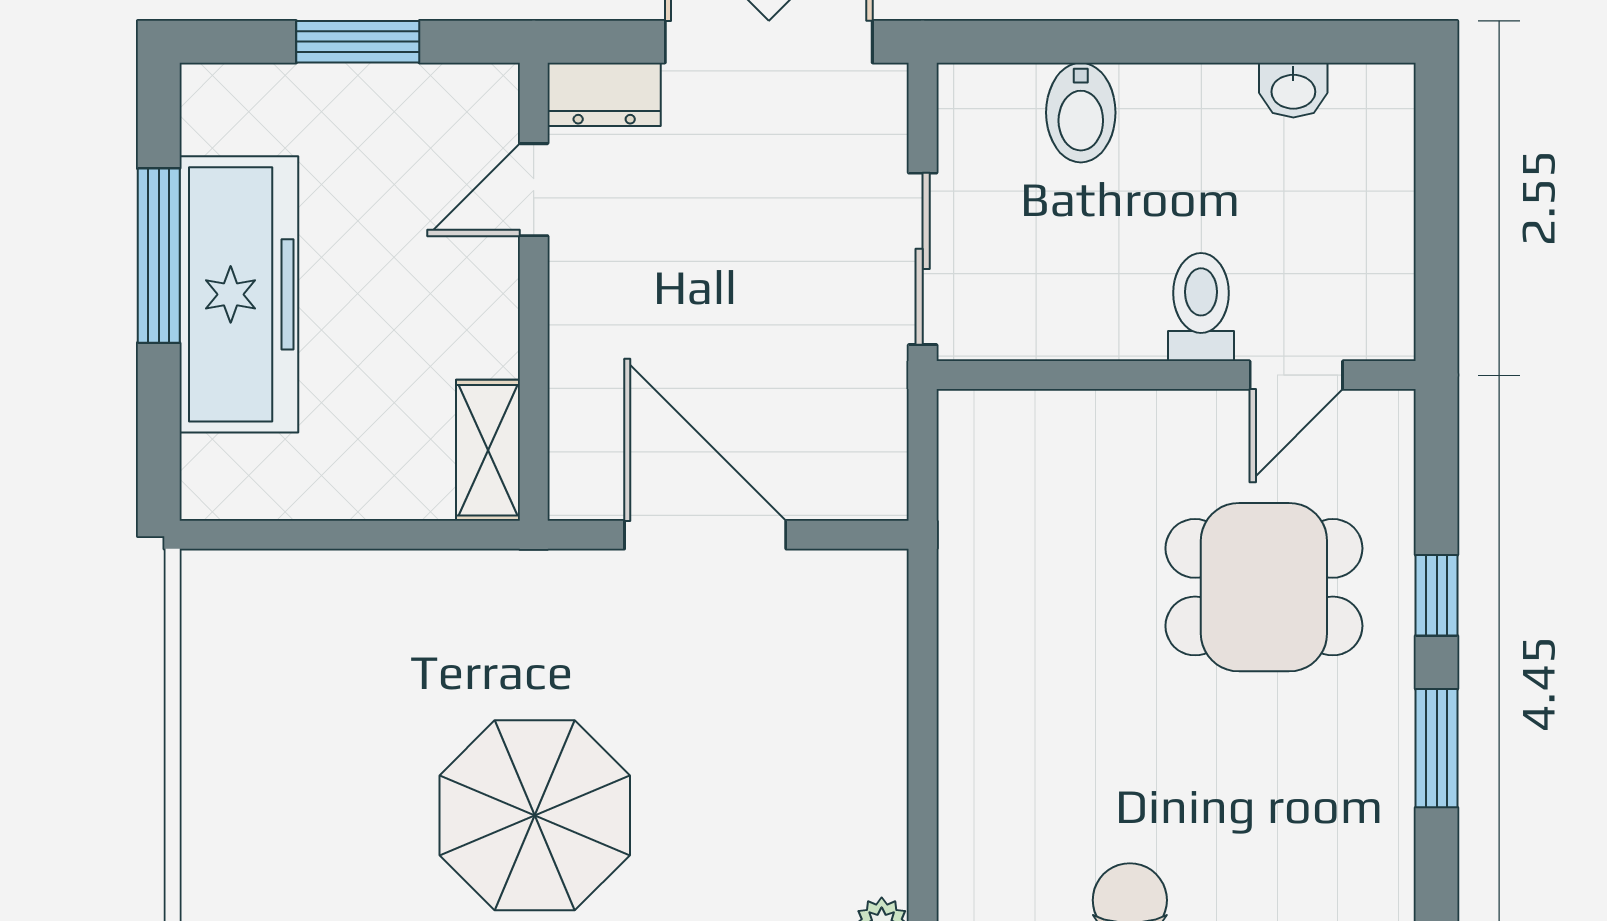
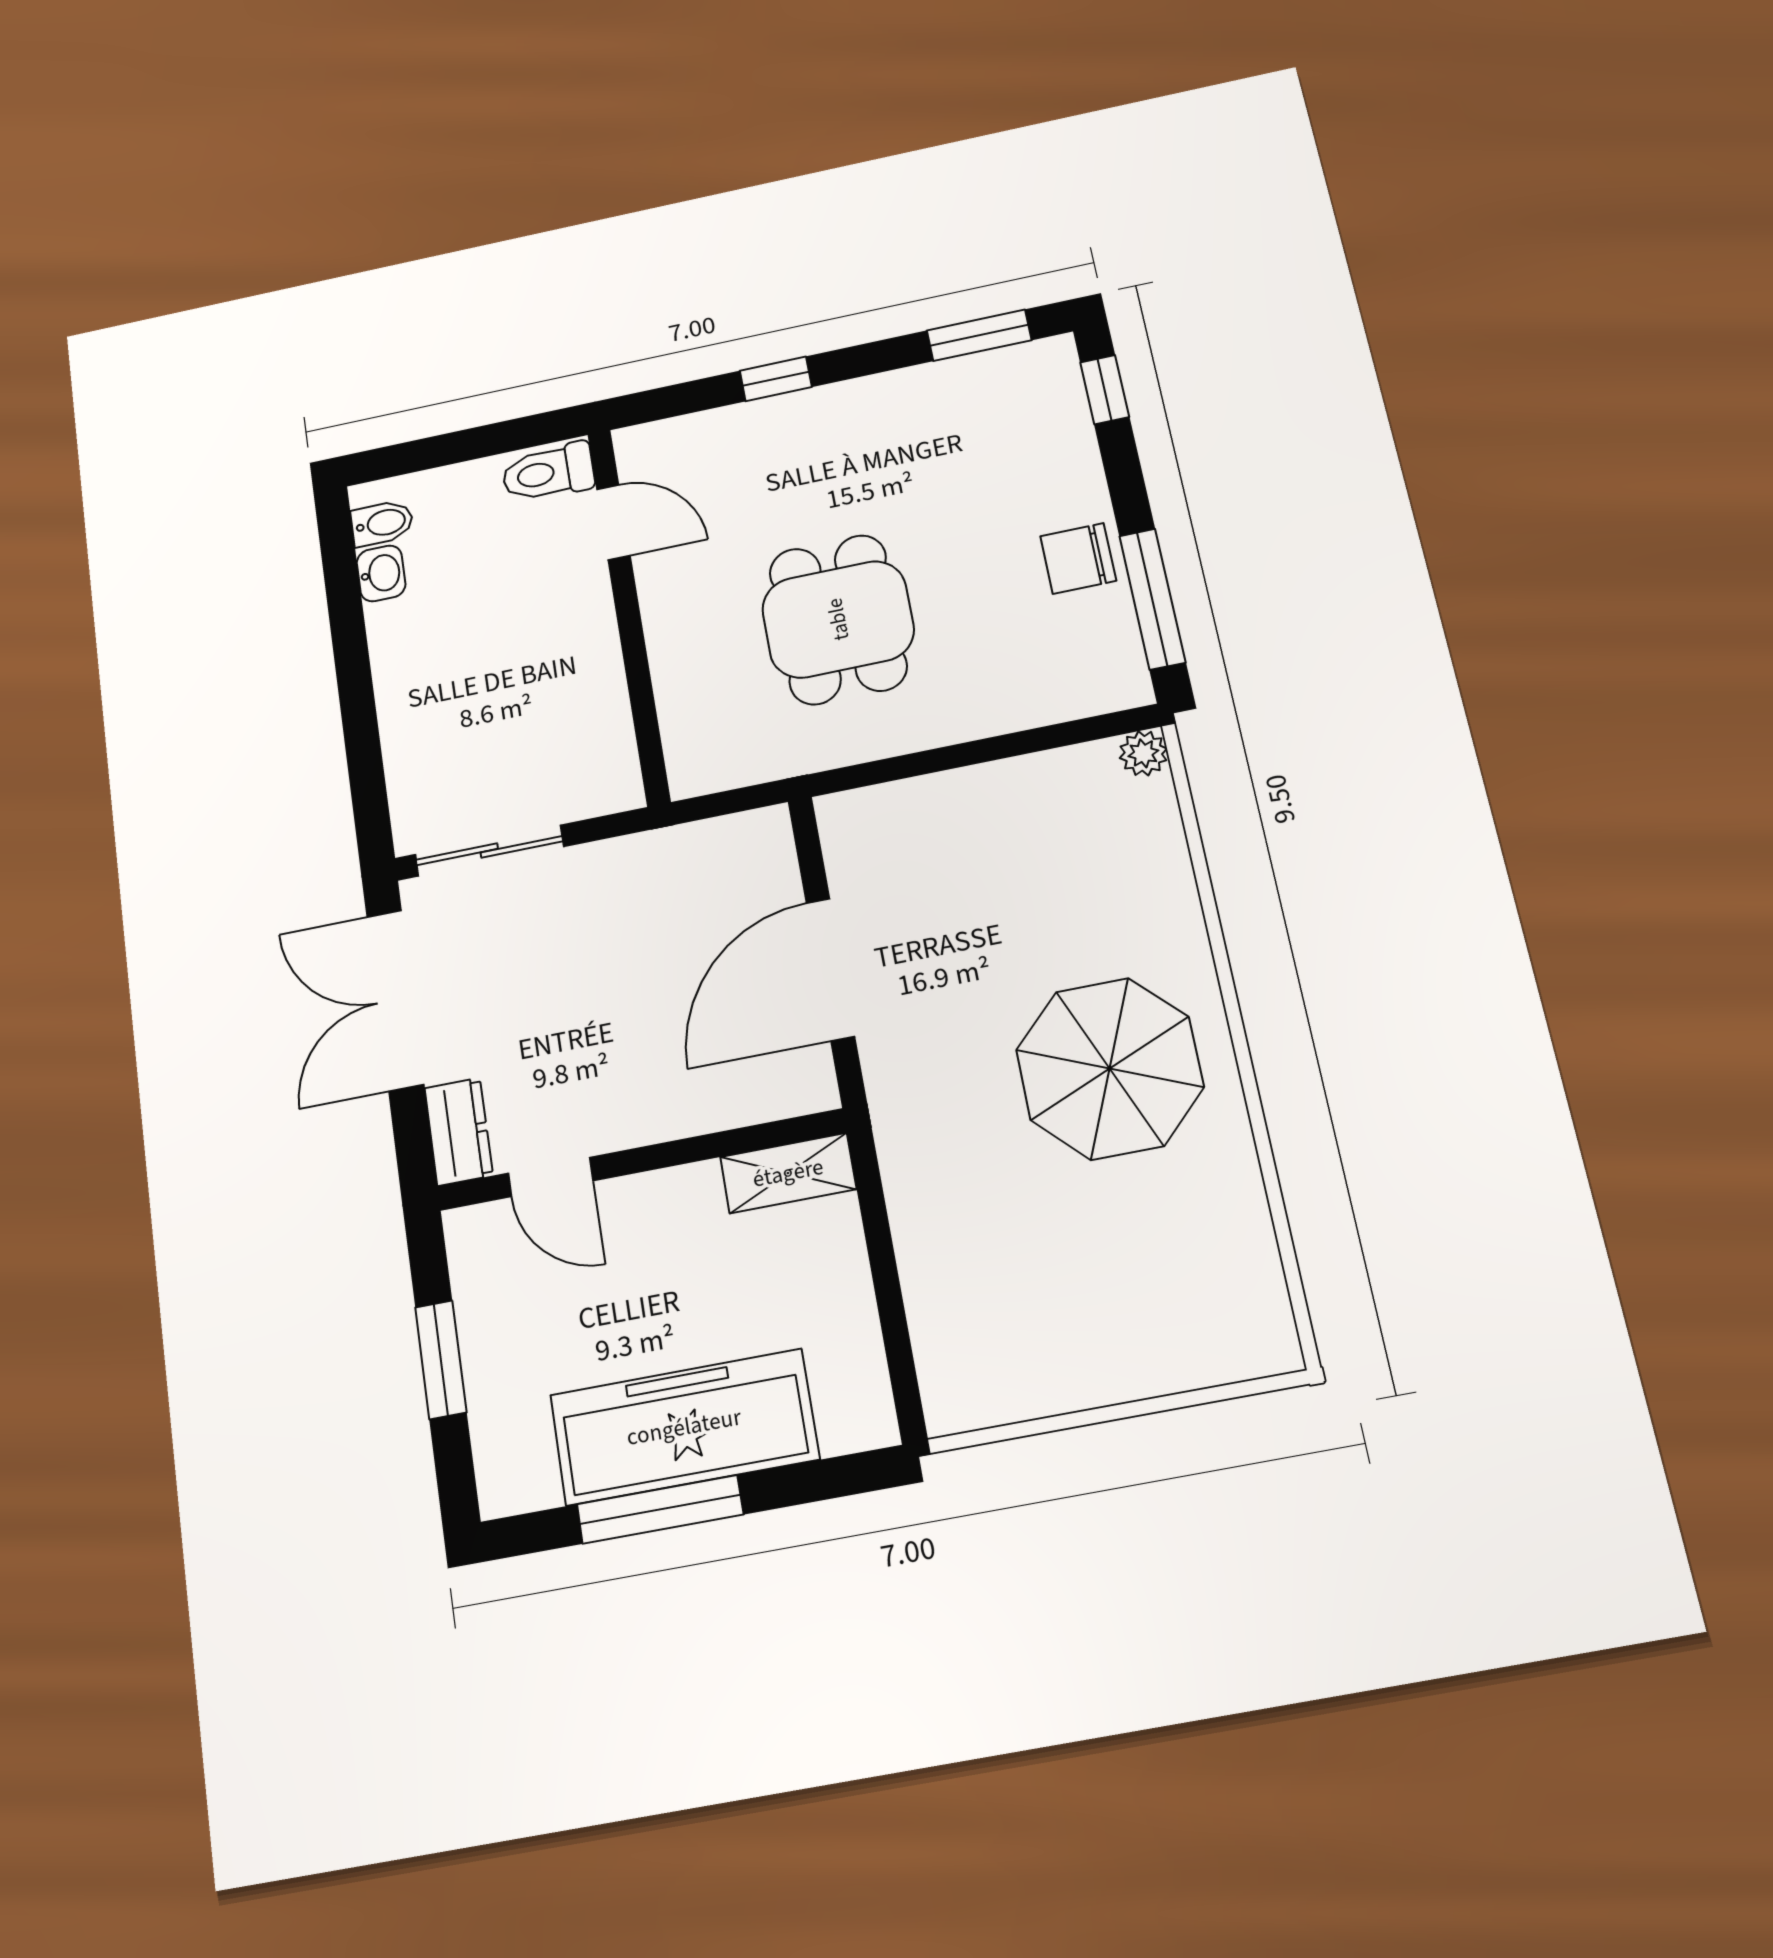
bidet: (1081, 113) -> (382, 523), moved, width x0.72, depth x0.74
sliding door: (923, 259) -> (489, 851), moved
toilet: (1201, 307) -> (548, 472), moved
dining table: (1264, 587) -> (838, 619), moved
window: (1437, 748) -> (979, 335), moved

